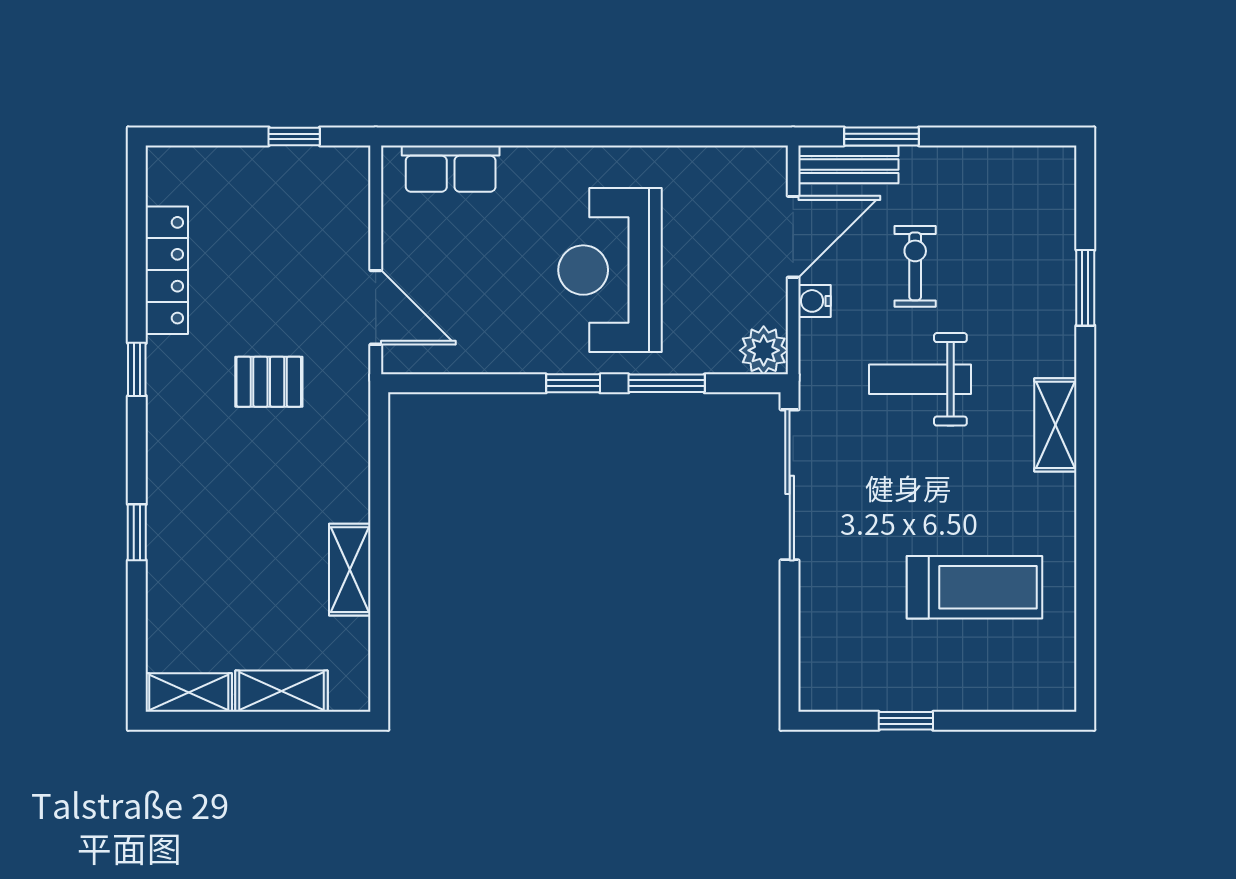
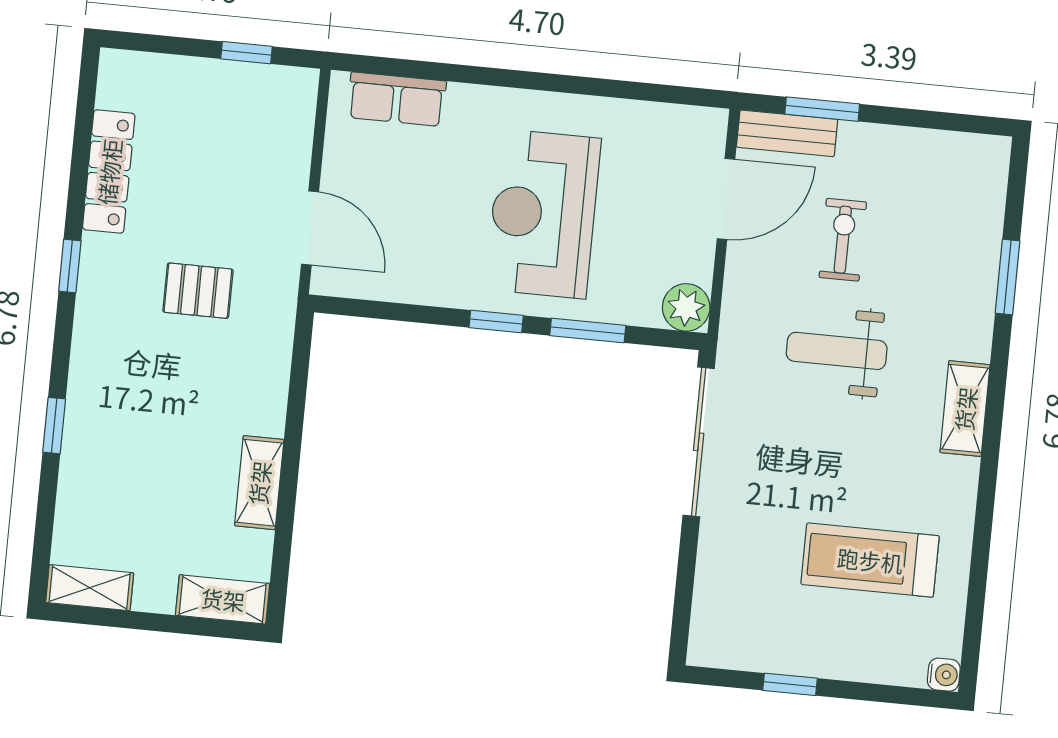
water cooler: (815, 301) -> (944, 675), moved, turned 180
treadmill: (974, 587) -> (870, 560), turned 180
shelving: (282, 691) -> (223, 599), moved

